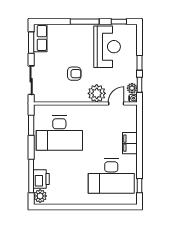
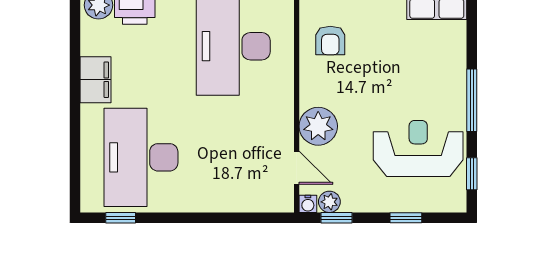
reception desk: (107, 47) -> (418, 149), turned 180
window: (139, 63) -> (406, 218), moved
armchair: (74, 74) -> (330, 41), moved
filing cabinet: (130, 143) -> (96, 80), moved, turned 90

